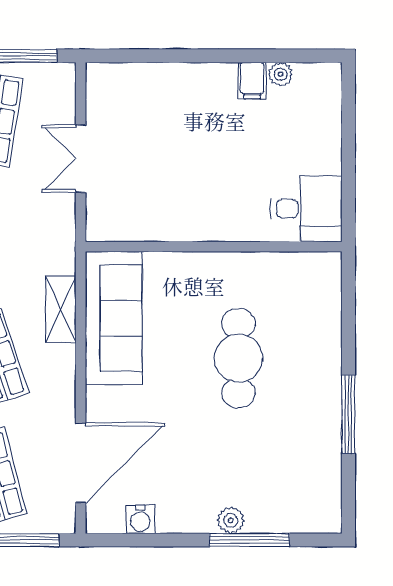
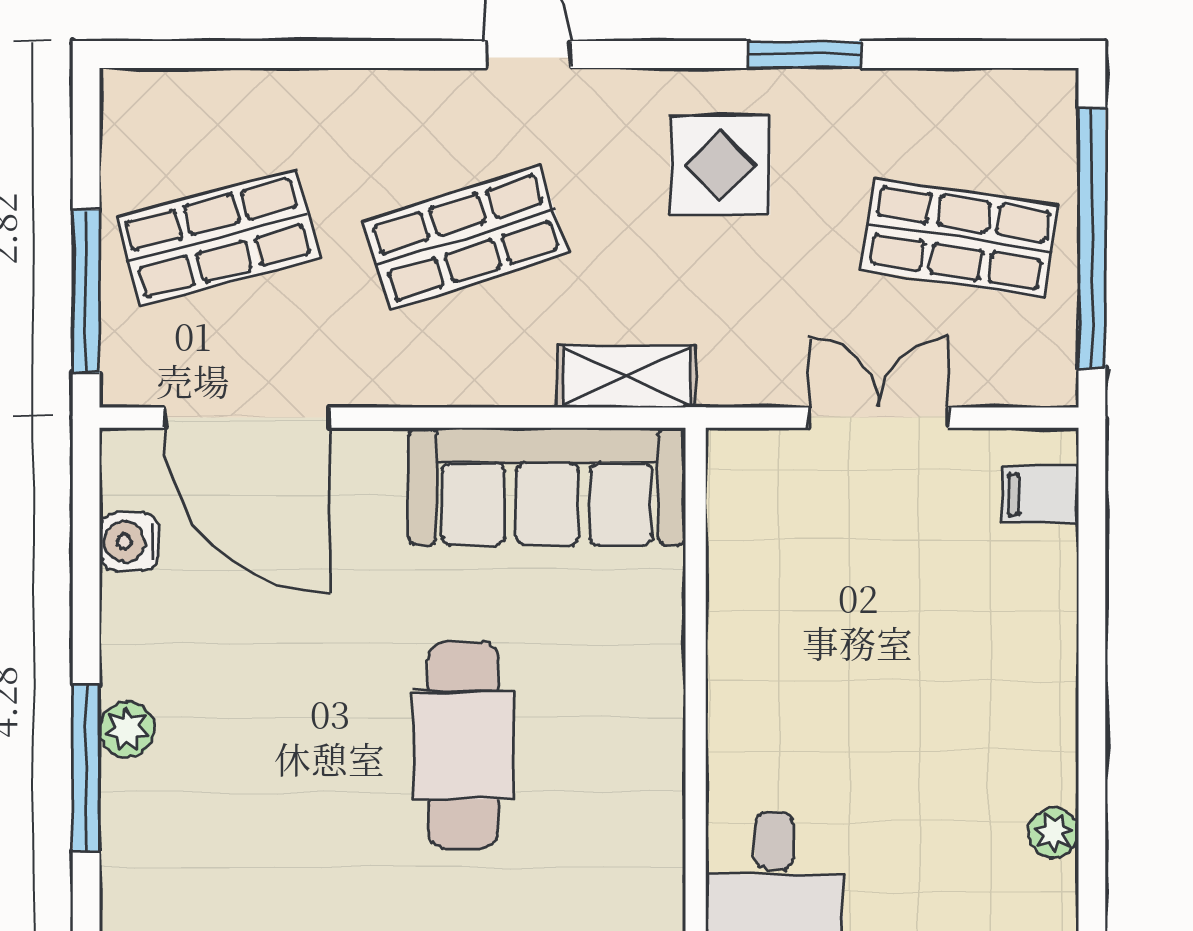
filing cabinet: (252, 81) -> (1040, 495), moved
shelving: (61, 309) -> (627, 376), moved
cafe table: (238, 358) -> (464, 745), turned 90

